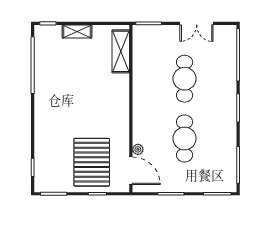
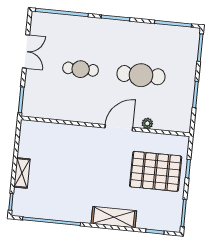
shelving: (121, 51) -> (114, 217), moved
cafe table: (185, 79) -> (81, 69), width x0.73, depth x0.74
door: (131, 171) -> (119, 128), moved

